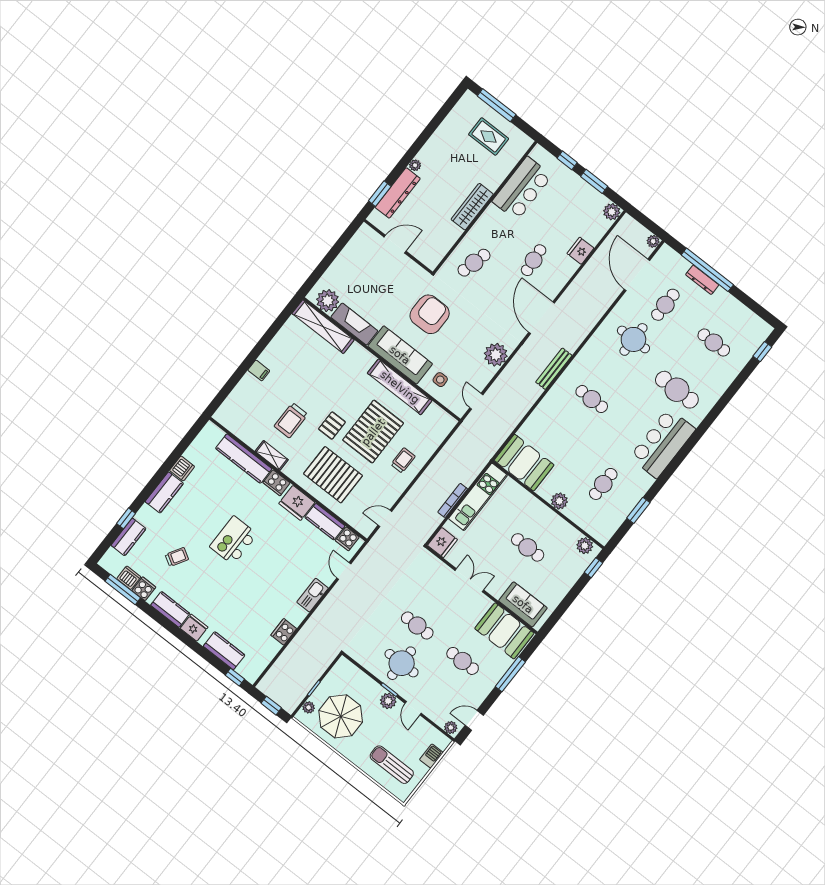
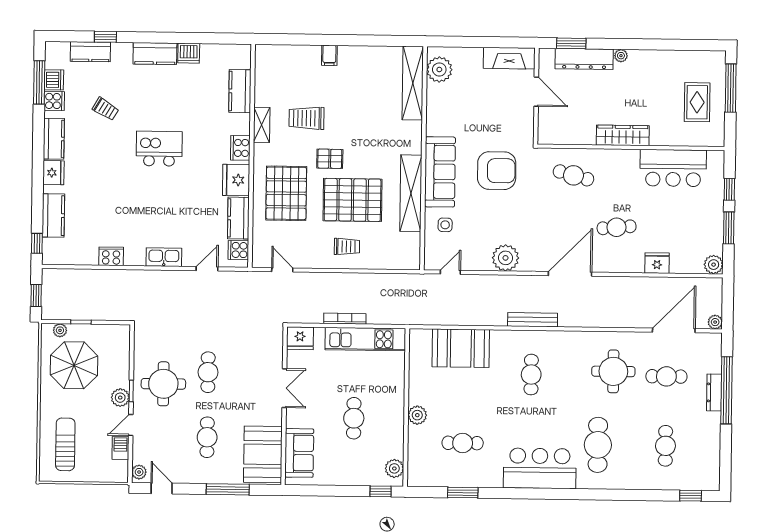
fireplace: (354, 324) -> (509, 58), moved, turned 90
kitchen counter: (244, 459) -> (240, 91), width x0.67
booth: (524, 463) -> (461, 348), moved, turned 90
barbecue: (431, 756) -> (120, 448), moved, turned -90

